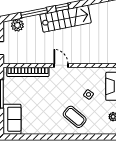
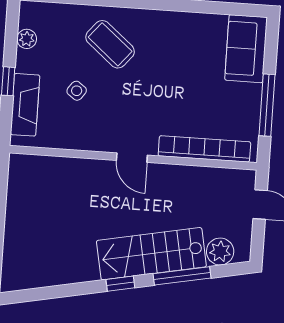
stairs: (66, 19) -> (151, 254), moved

